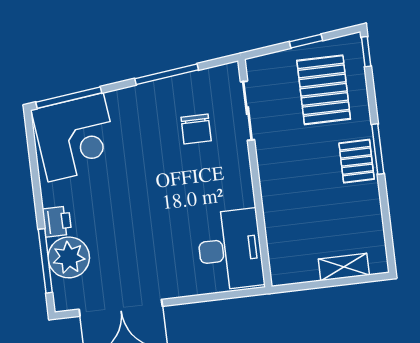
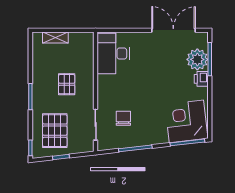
pallet: (357, 161) -> (67, 84), moved

